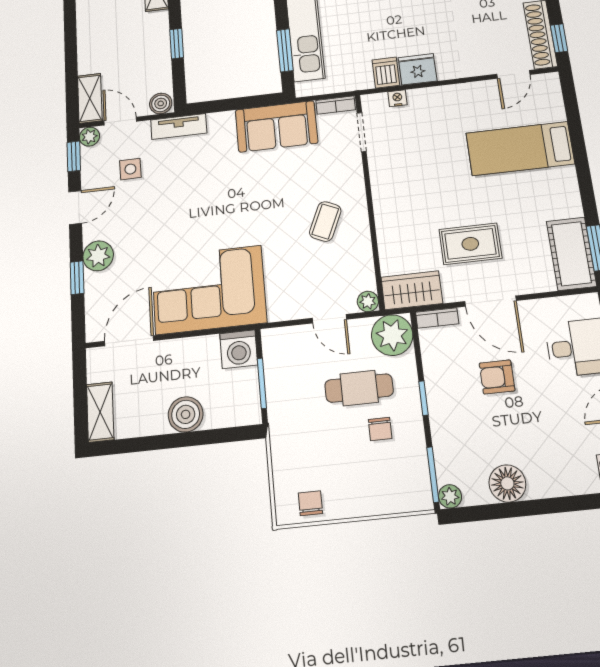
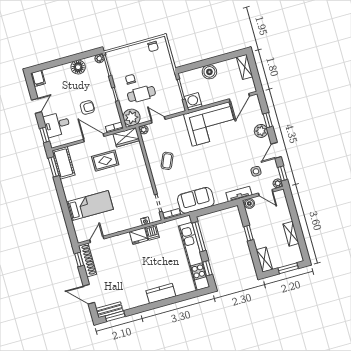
window: (285, 50) -> (199, 237), width x1.44
shelving: (90, 98) -> (291, 234), moved

